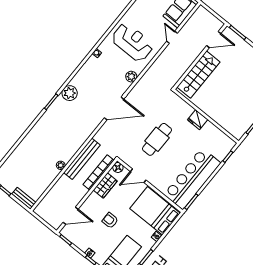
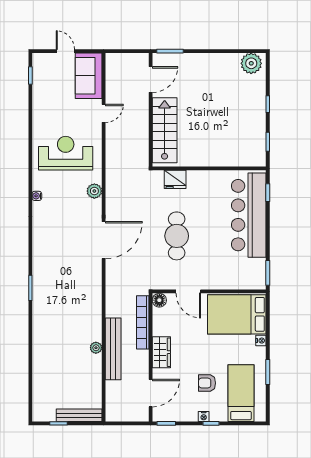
door: (172, 37) -> (104, 113), swing flipped
plant: (70, 93) -> (43, 262), removed
fridge: (198, 120) -> (175, 179), moved
bench: (82, 159) -> (113, 349), moved
door: (138, 176) -> (188, 291), hinge flipped
bar counter: (192, 179) -> (249, 215), moved
wardrobe: (105, 185) -> (161, 352), moved
bench: (24, 198) -> (79, 415), width x1.36
armchair: (110, 221) -> (207, 383), moved

